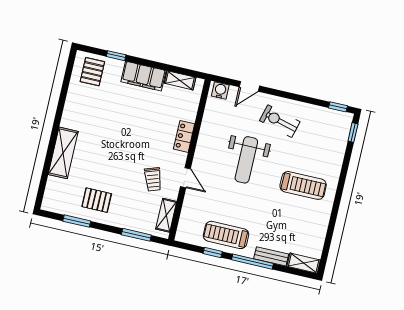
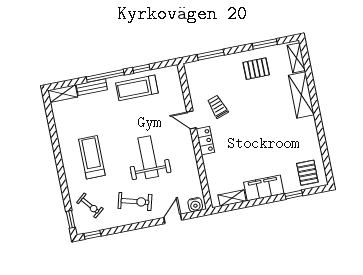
locker: (184, 136) -> (205, 141), moved
exercise bike: (327, 138) -> (90, 206), added
treadmill: (303, 185) -> (92, 157), turned 90
shelving: (166, 215) -> (296, 58), moved
treadmill: (226, 235) -> (137, 88), turned 180

